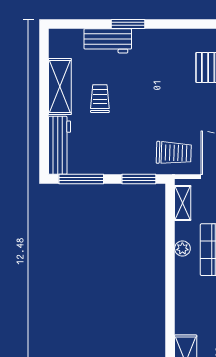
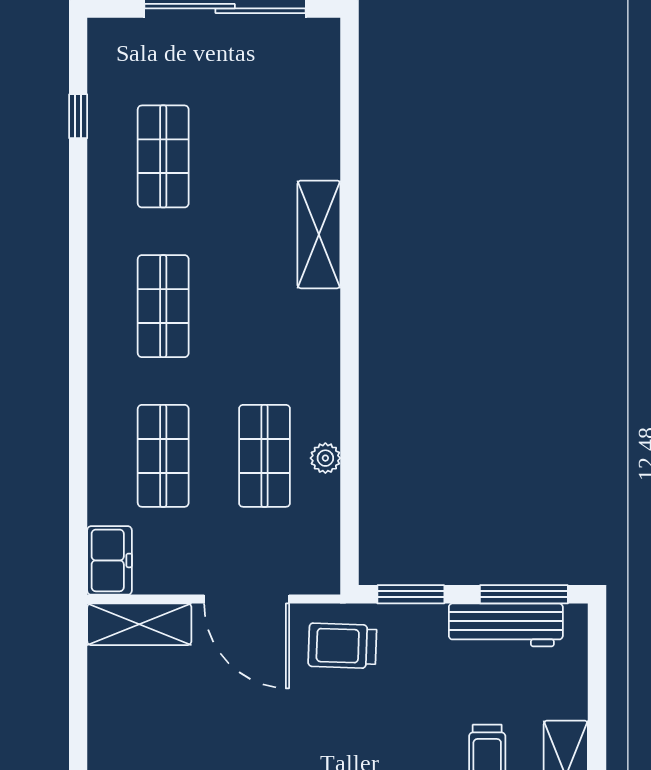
workbench: (60, 145) -> (506, 625), moved, turned -90
shelving: (183, 203) -> (325, 547), removed

